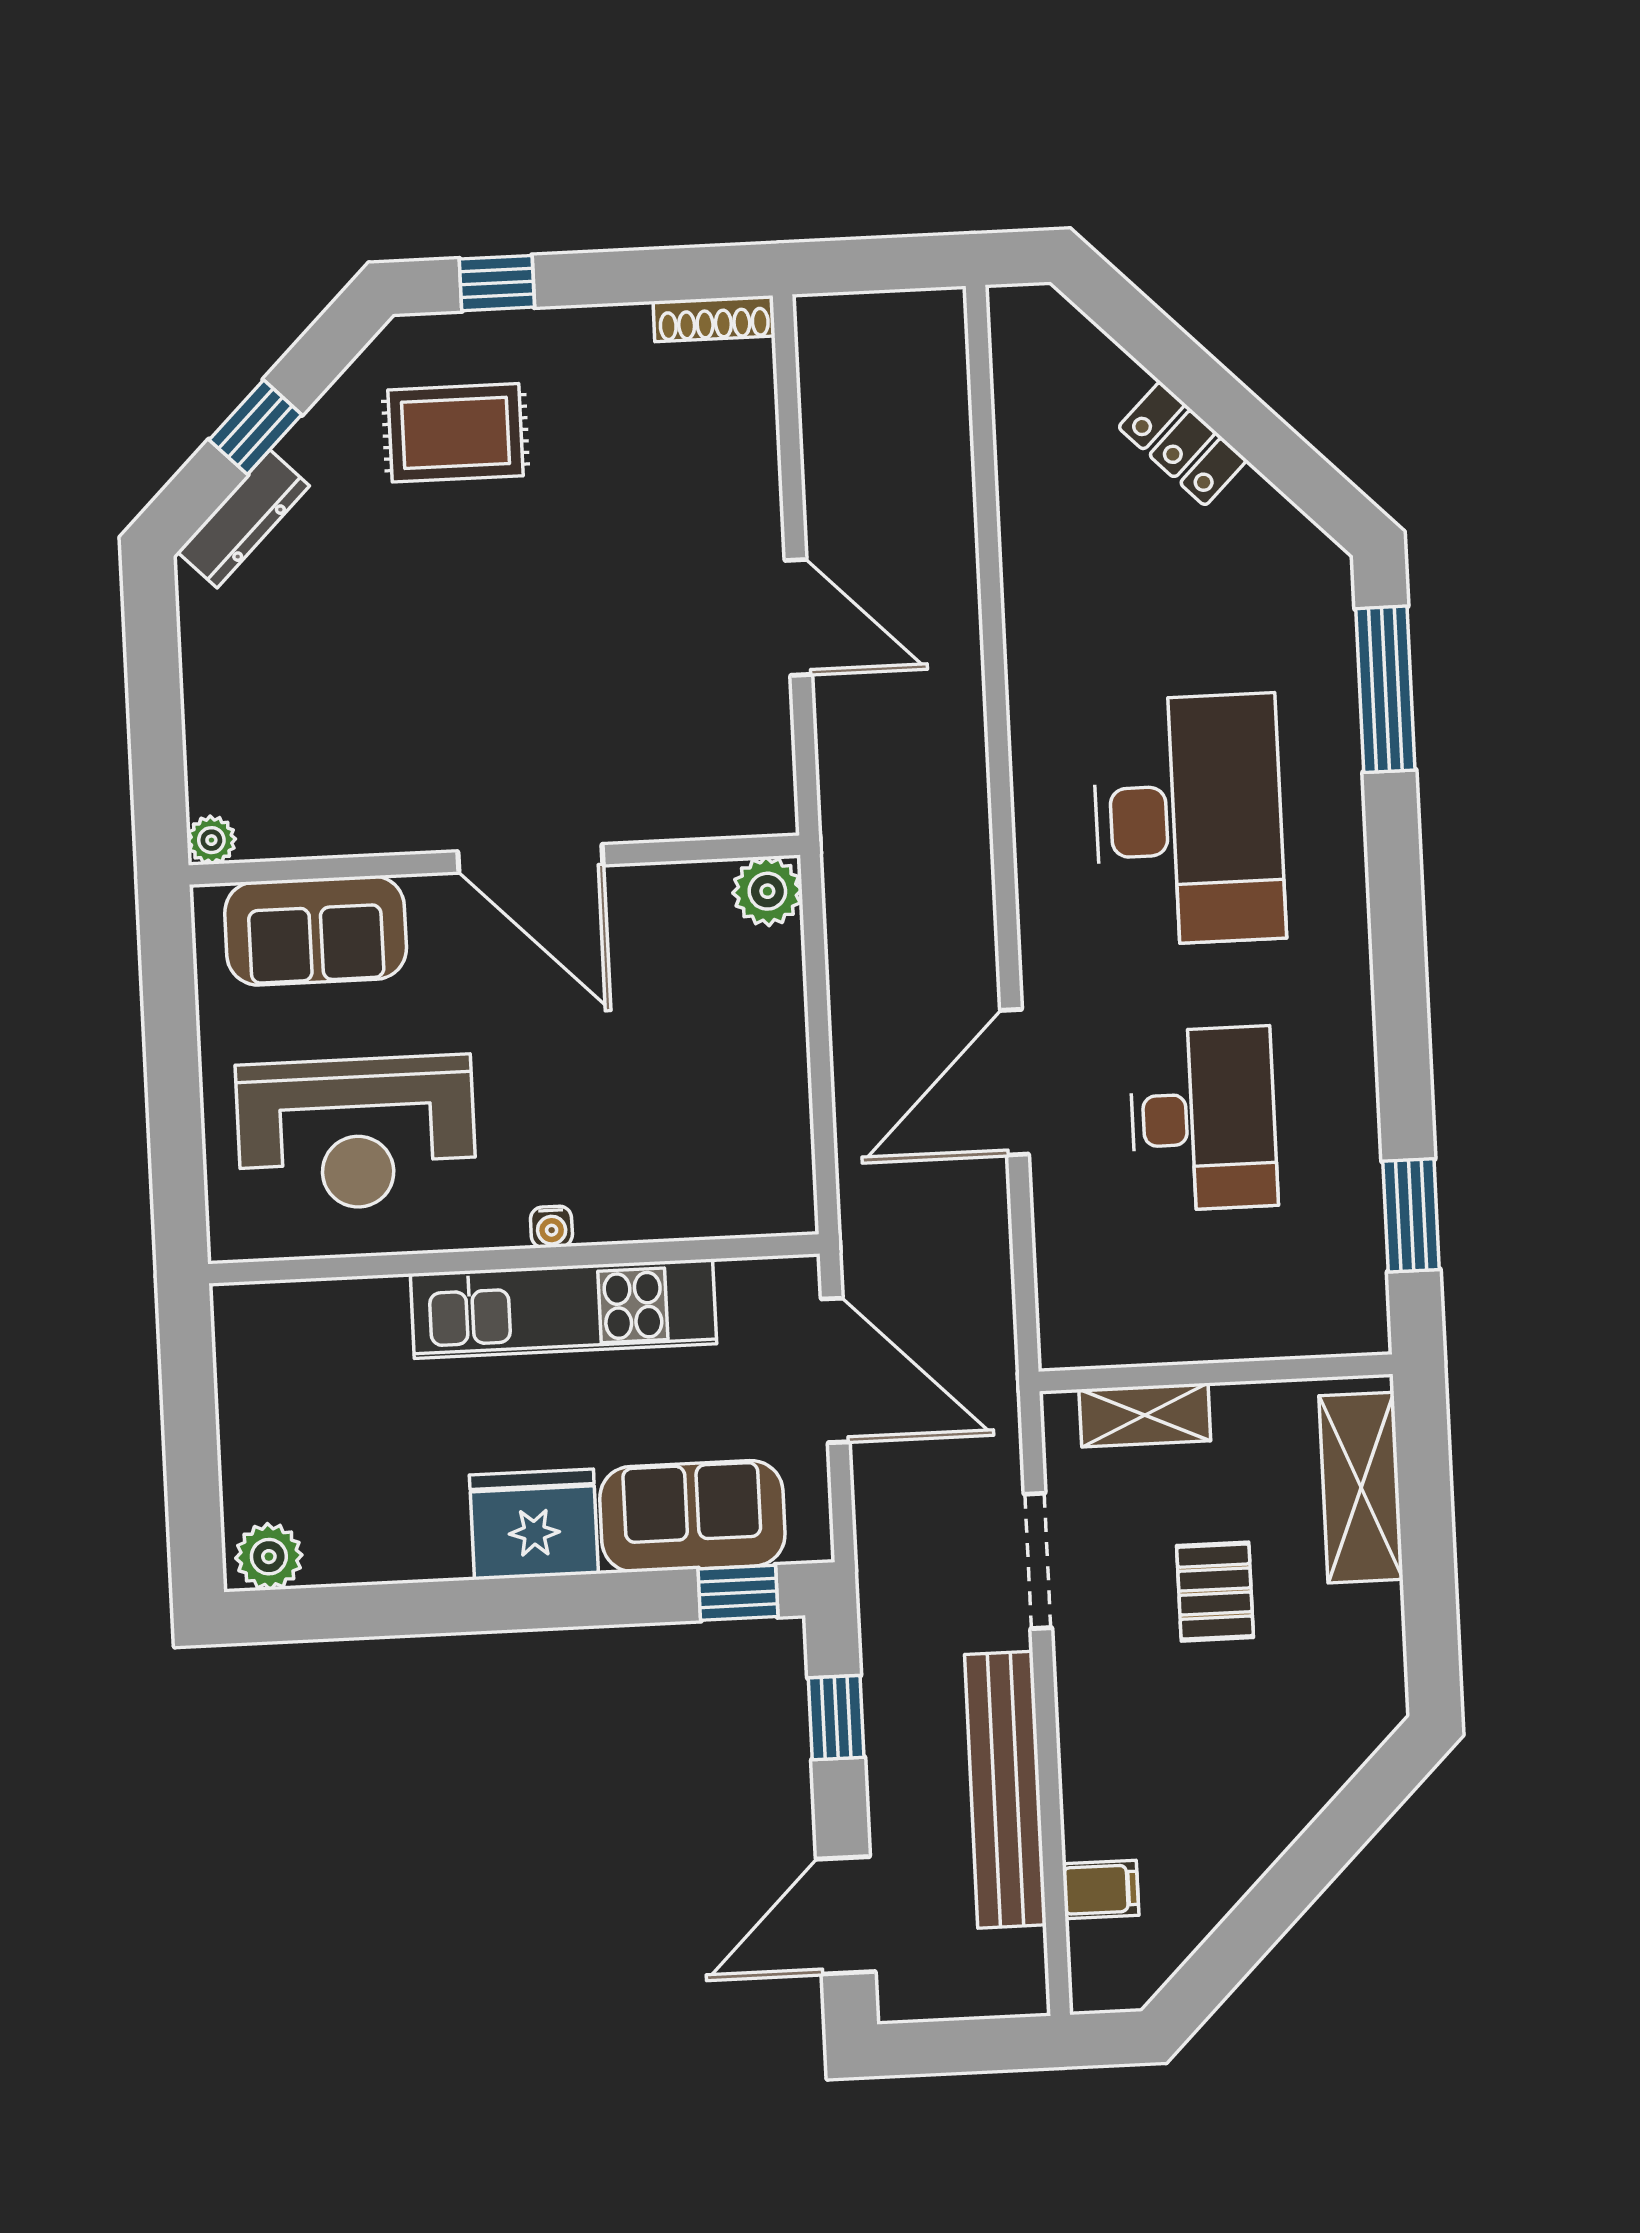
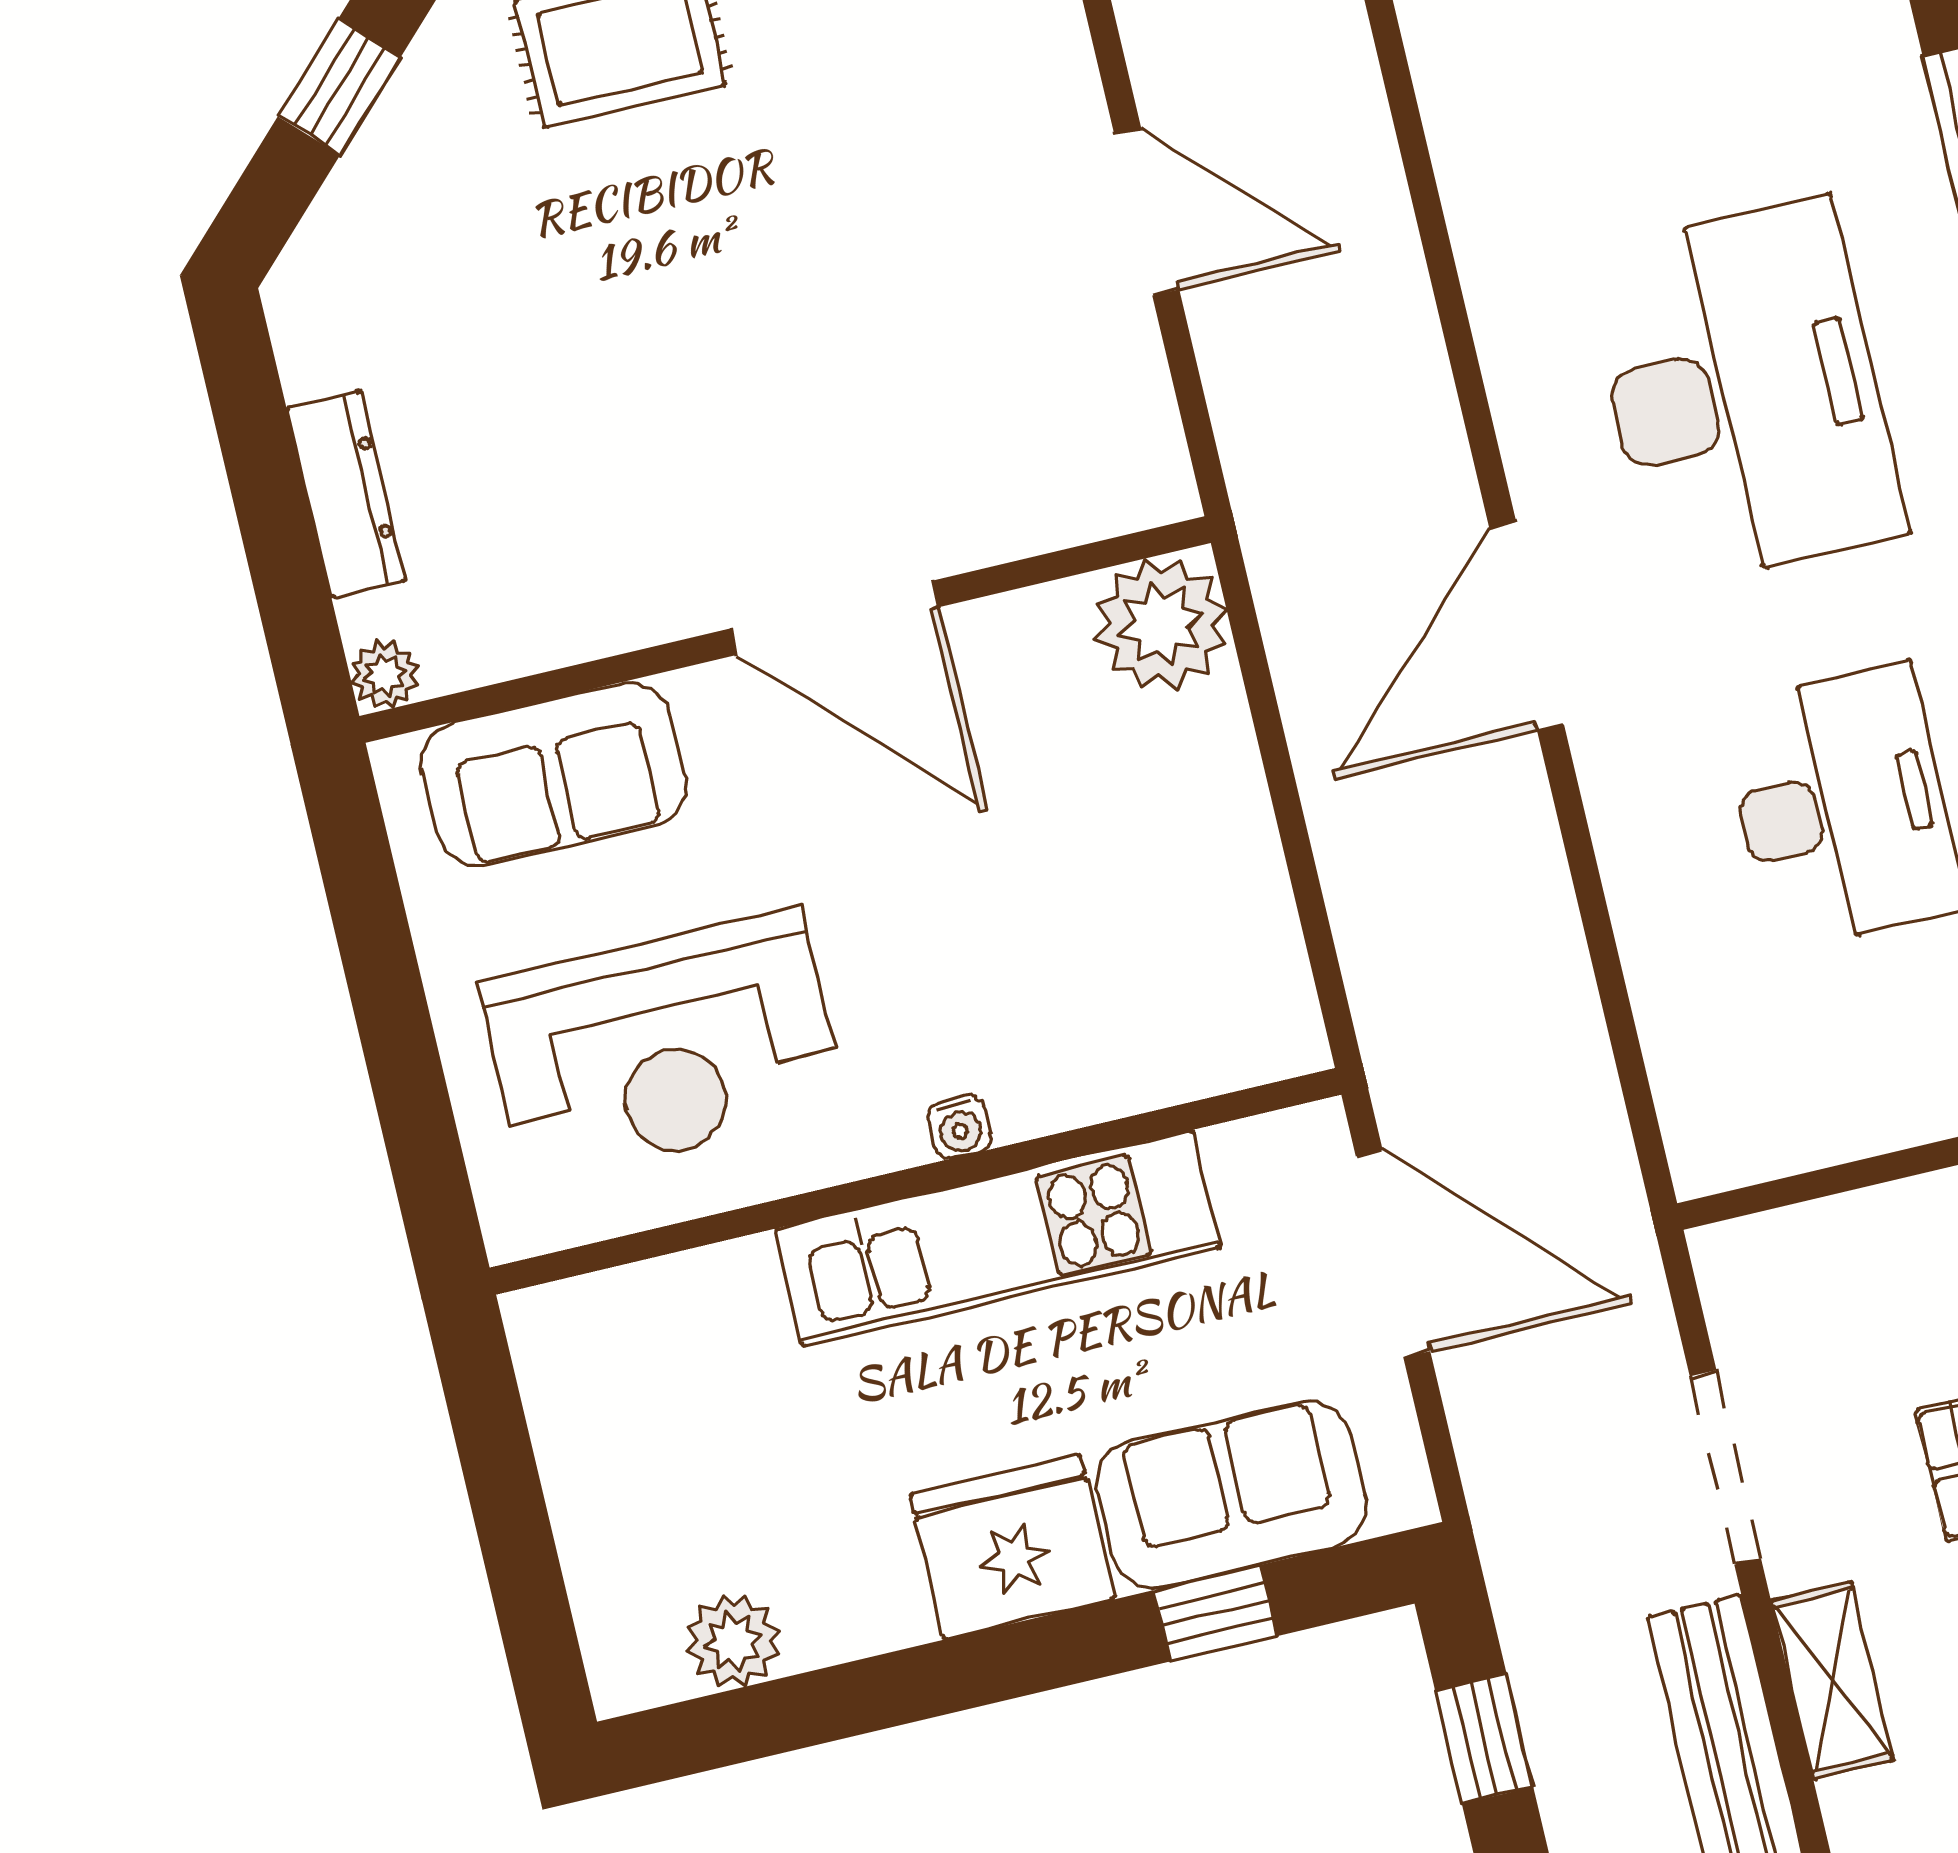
dresser: (243, 519) -> (346, 494), moved, turned -45
plant: (767, 891) -> (1161, 624), width x1.36, depth x1.36
door: (1015, 1082) -> (1527, 626), moved
shelving: (1145, 1415) -> (1832, 1680), moved, turned 90
plant: (269, 1557) -> (733, 1641), moved
window: (738, 1593) -> (1215, 1613), moved

